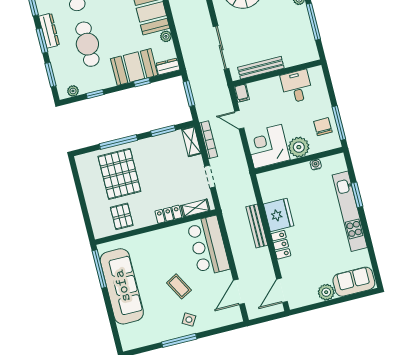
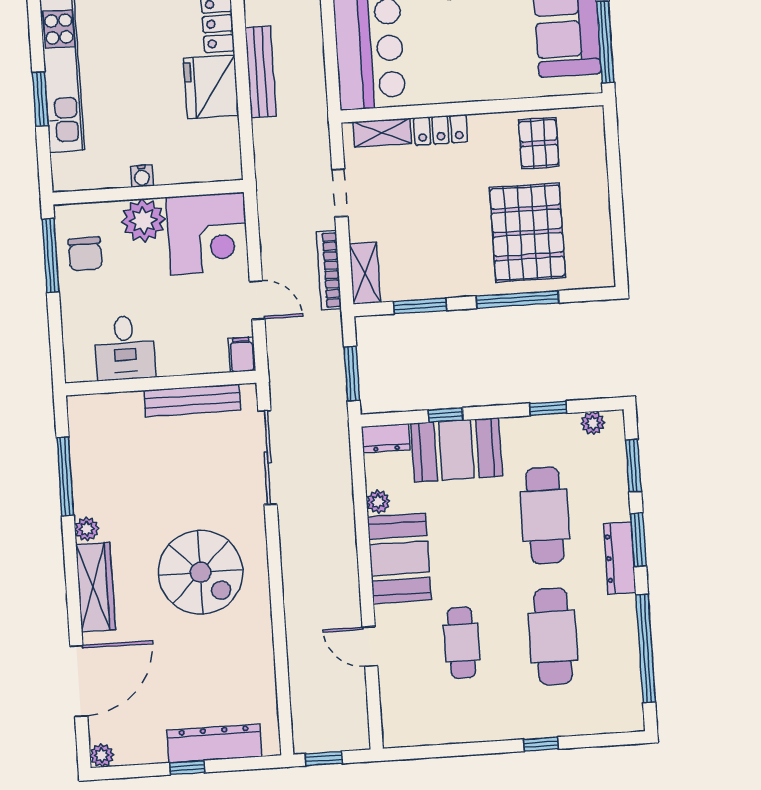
water cooler: (316, 165) -> (142, 176), moved

